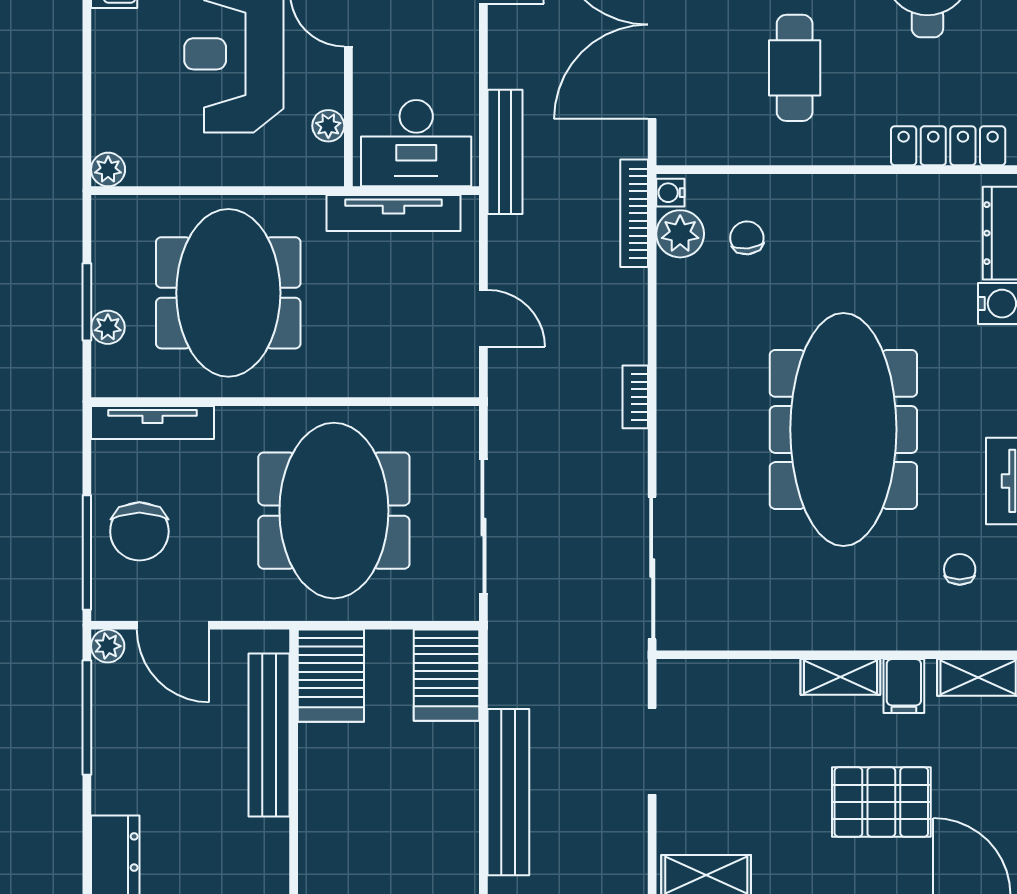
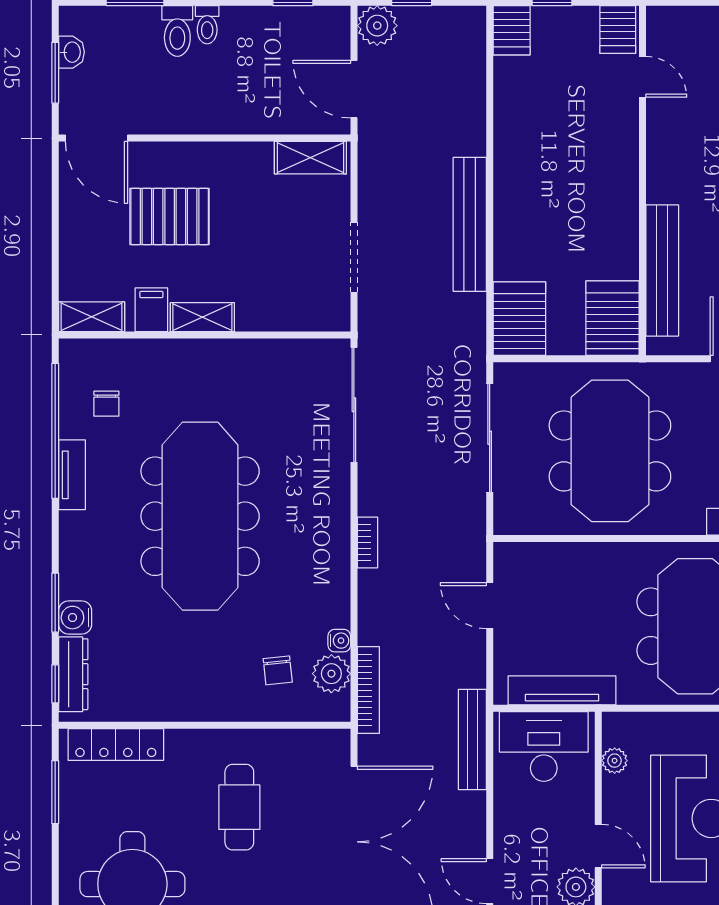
water cooler: (670, 193) -> (339, 641), moved

